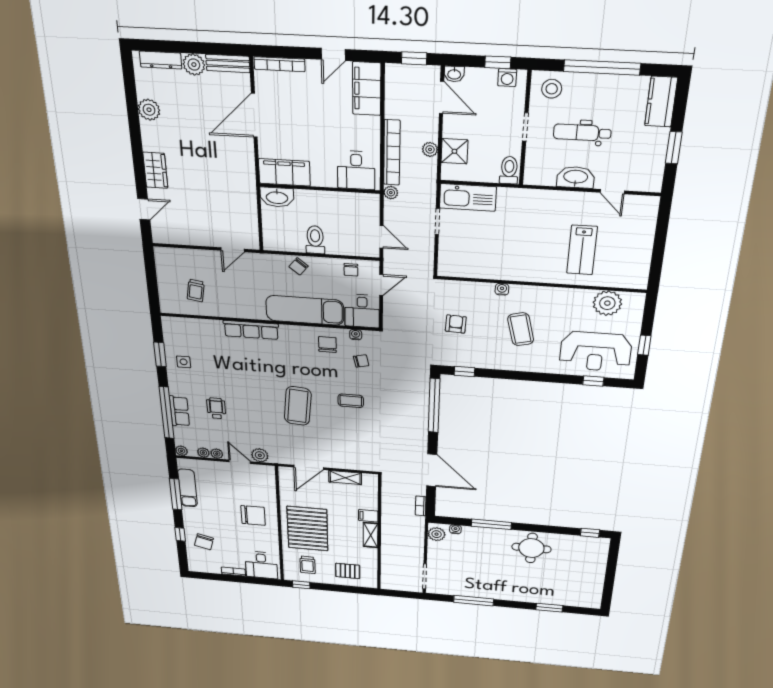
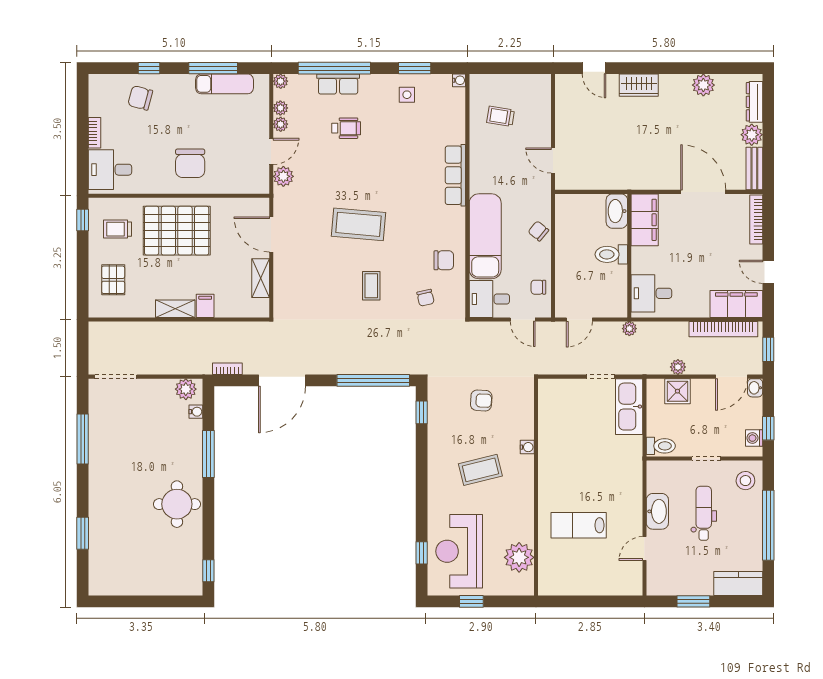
bookcase: (392, 153) -> (723, 329), moved
toilet: (315, 240) -> (611, 254), moved, turned 180
water cooler: (356, 335) -> (459, 80), moved

